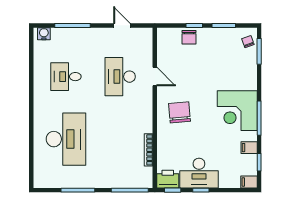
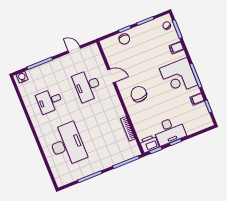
filing cabinet: (249, 182) -> (176, 48), moved

